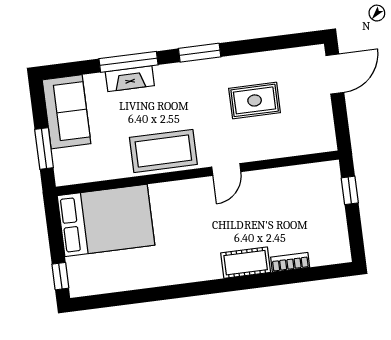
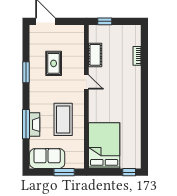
window: (200, 53) -> (26, 72), moved
coffee table: (163, 151) -> (63, 119), moved
cot: (246, 263) -> (95, 55), moved

